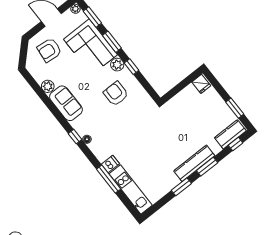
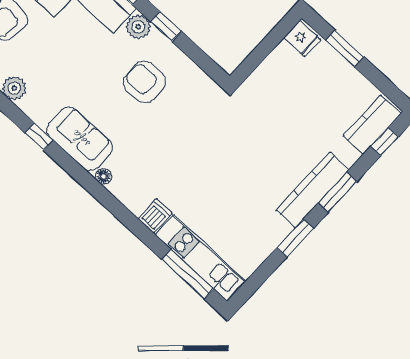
sofa: (66, 103) -> (80, 139), moved
window: (235, 108) -> (345, 48), moved
window: (75, 137) -> (39, 137), moved
window: (109, 179) -> (188, 274), moved

